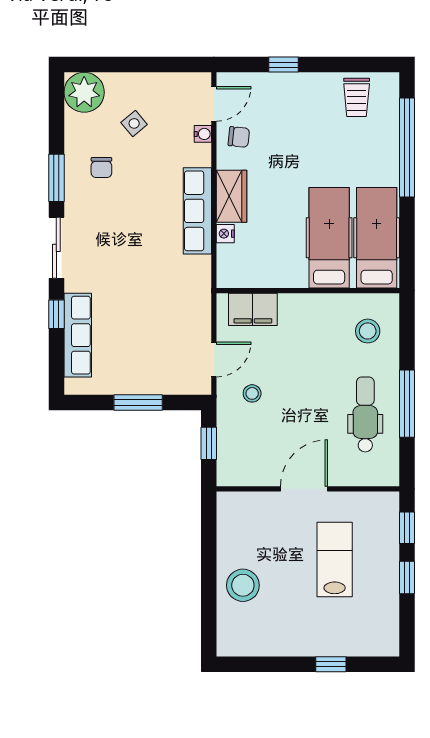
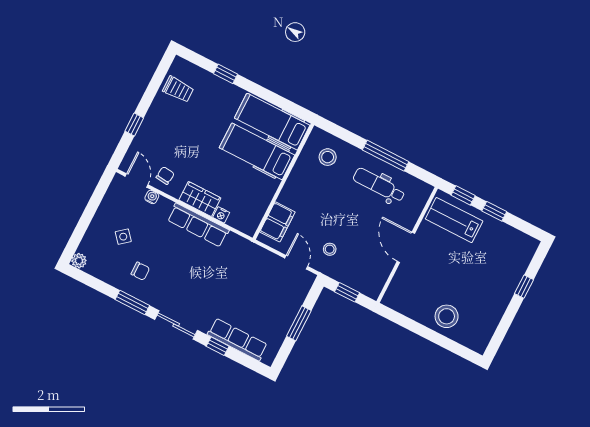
plant: (84, 92) -> (79, 261), width x0.53, depth x0.53
window: (407, 147) -> (225, 74), width x0.32
lab bench: (335, 559) -> (454, 220), moved

